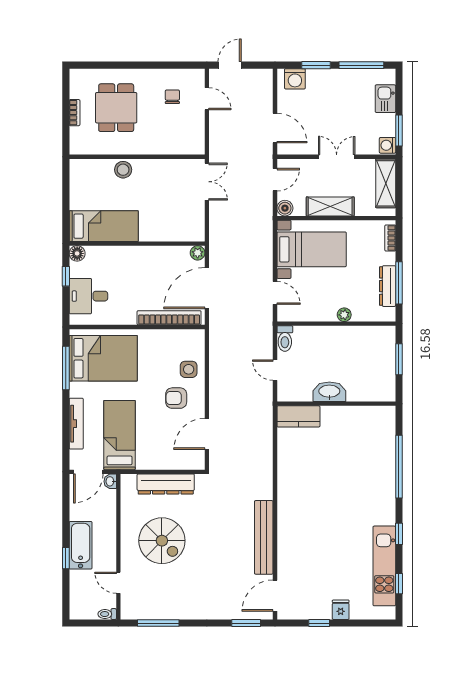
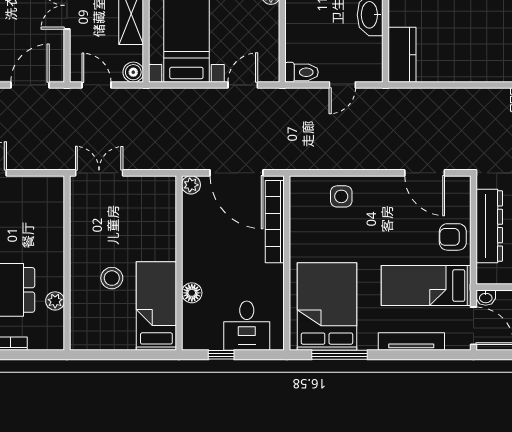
plant: (108, 148) -> (55, 301), added
stool: (123, 170) -> (112, 278), moved
floor lamp: (77, 253) -> (192, 293), moved
armchair: (176, 398) -> (453, 237), moved, turned 90

